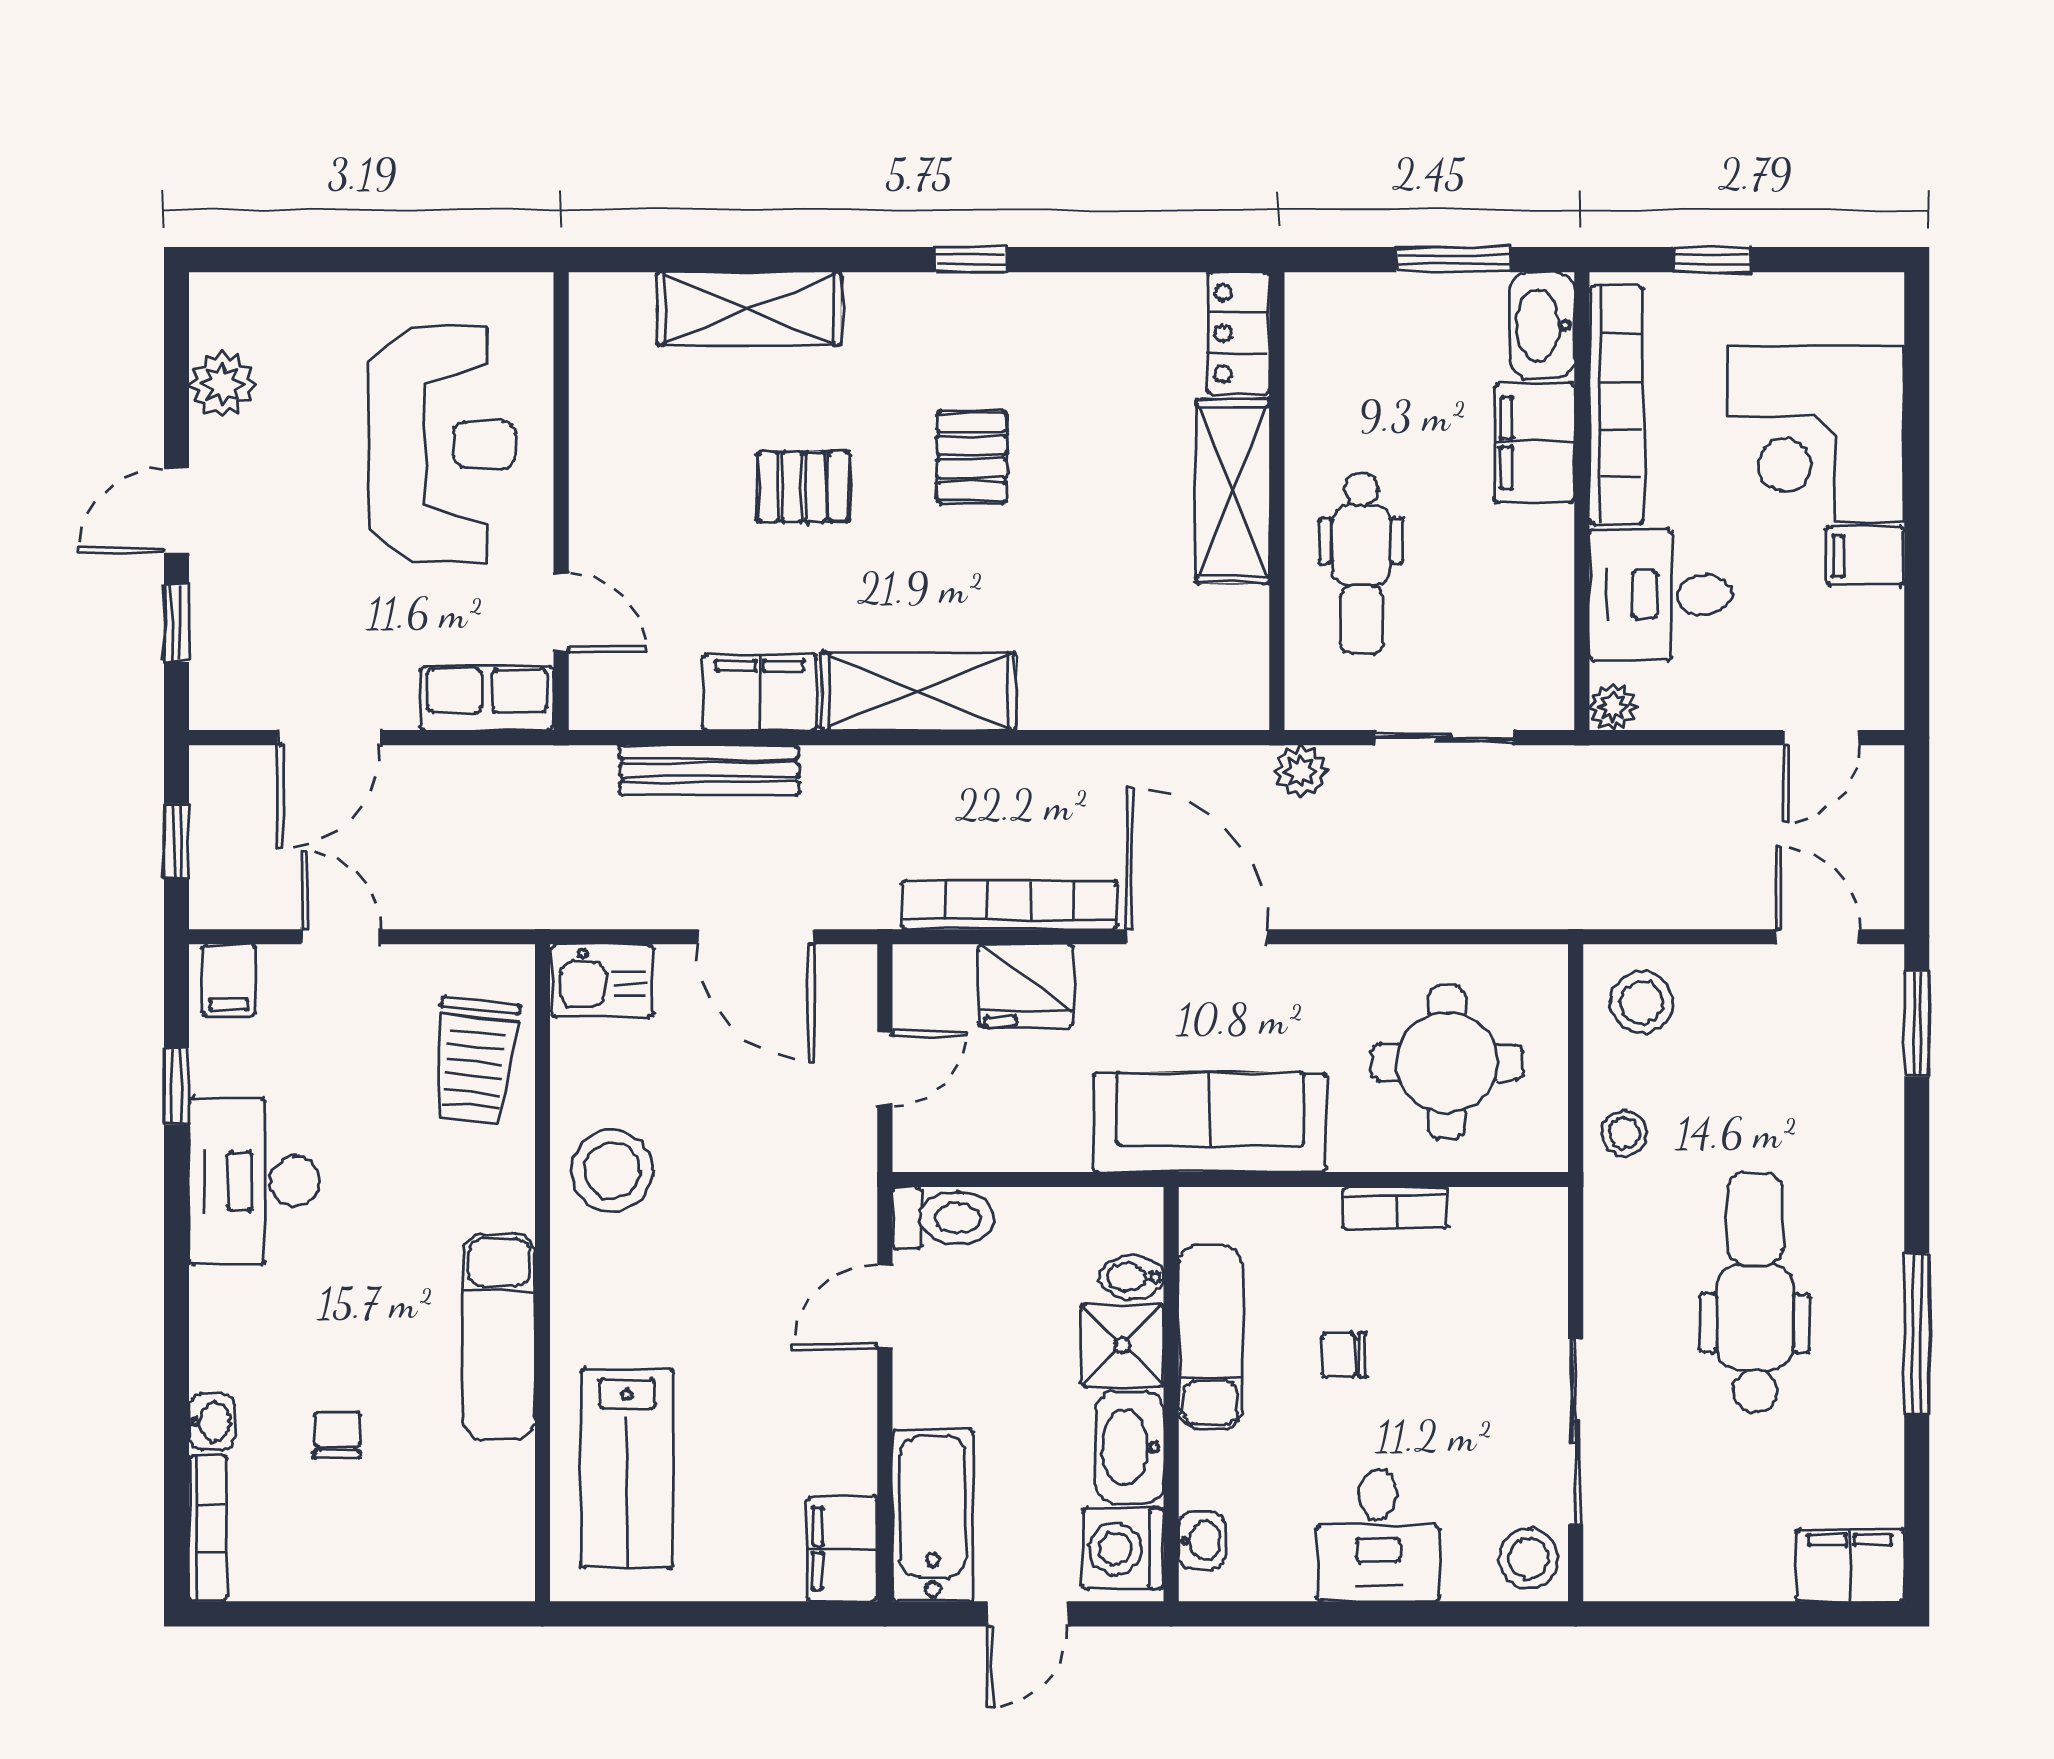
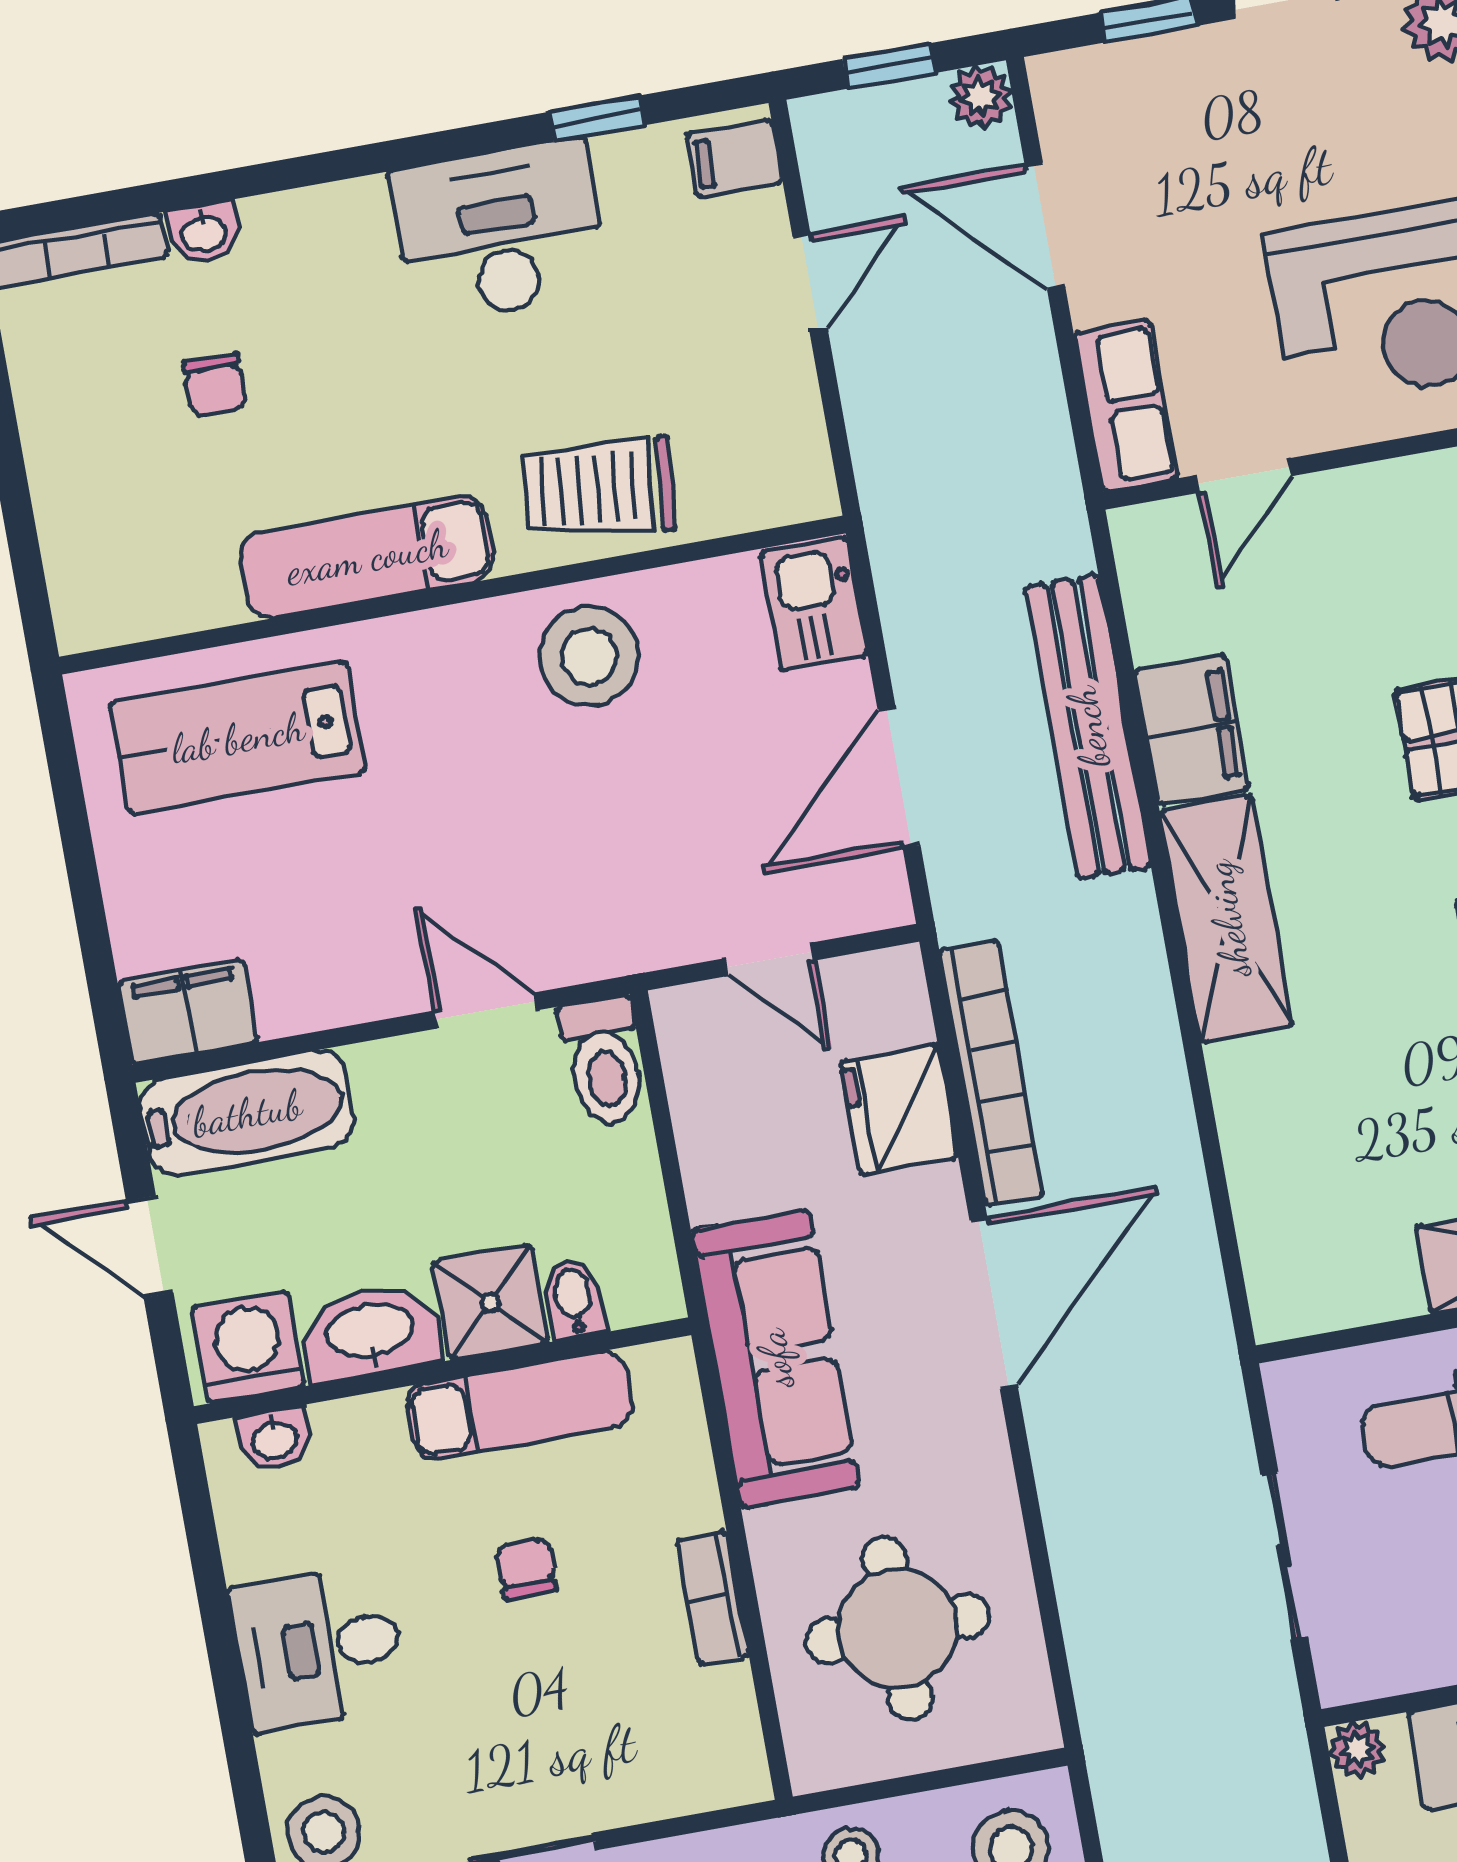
bench: (709, 770) -> (1088, 727), width x1.37, depth x1.21
plant: (1301, 771) -> (980, 97), moved
trolley: (475, 1061) -> (598, 488), moved
chair: (337, 1435) -> (215, 385), turned 90

